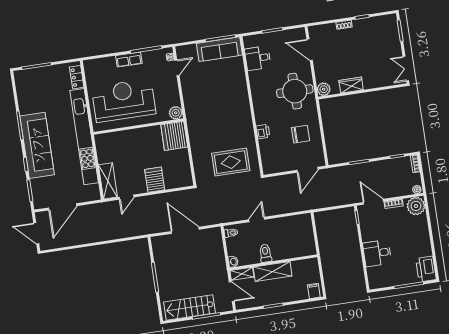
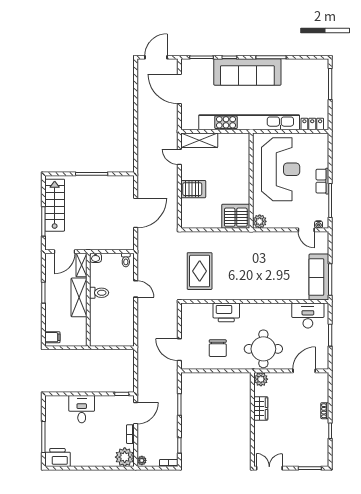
desk: (258, 58) -> (308, 316), width x1.37
printer: (263, 132) -> (226, 312), width x1.87, depth x1.48

